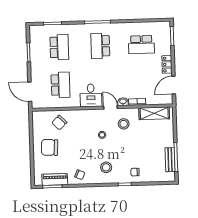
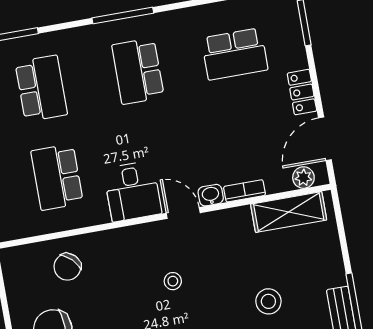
school desk: (60, 85) -> (57, 177), turned 180
plant: (162, 100) -> (303, 178), added
stool: (124, 124) -> (268, 301), moved

